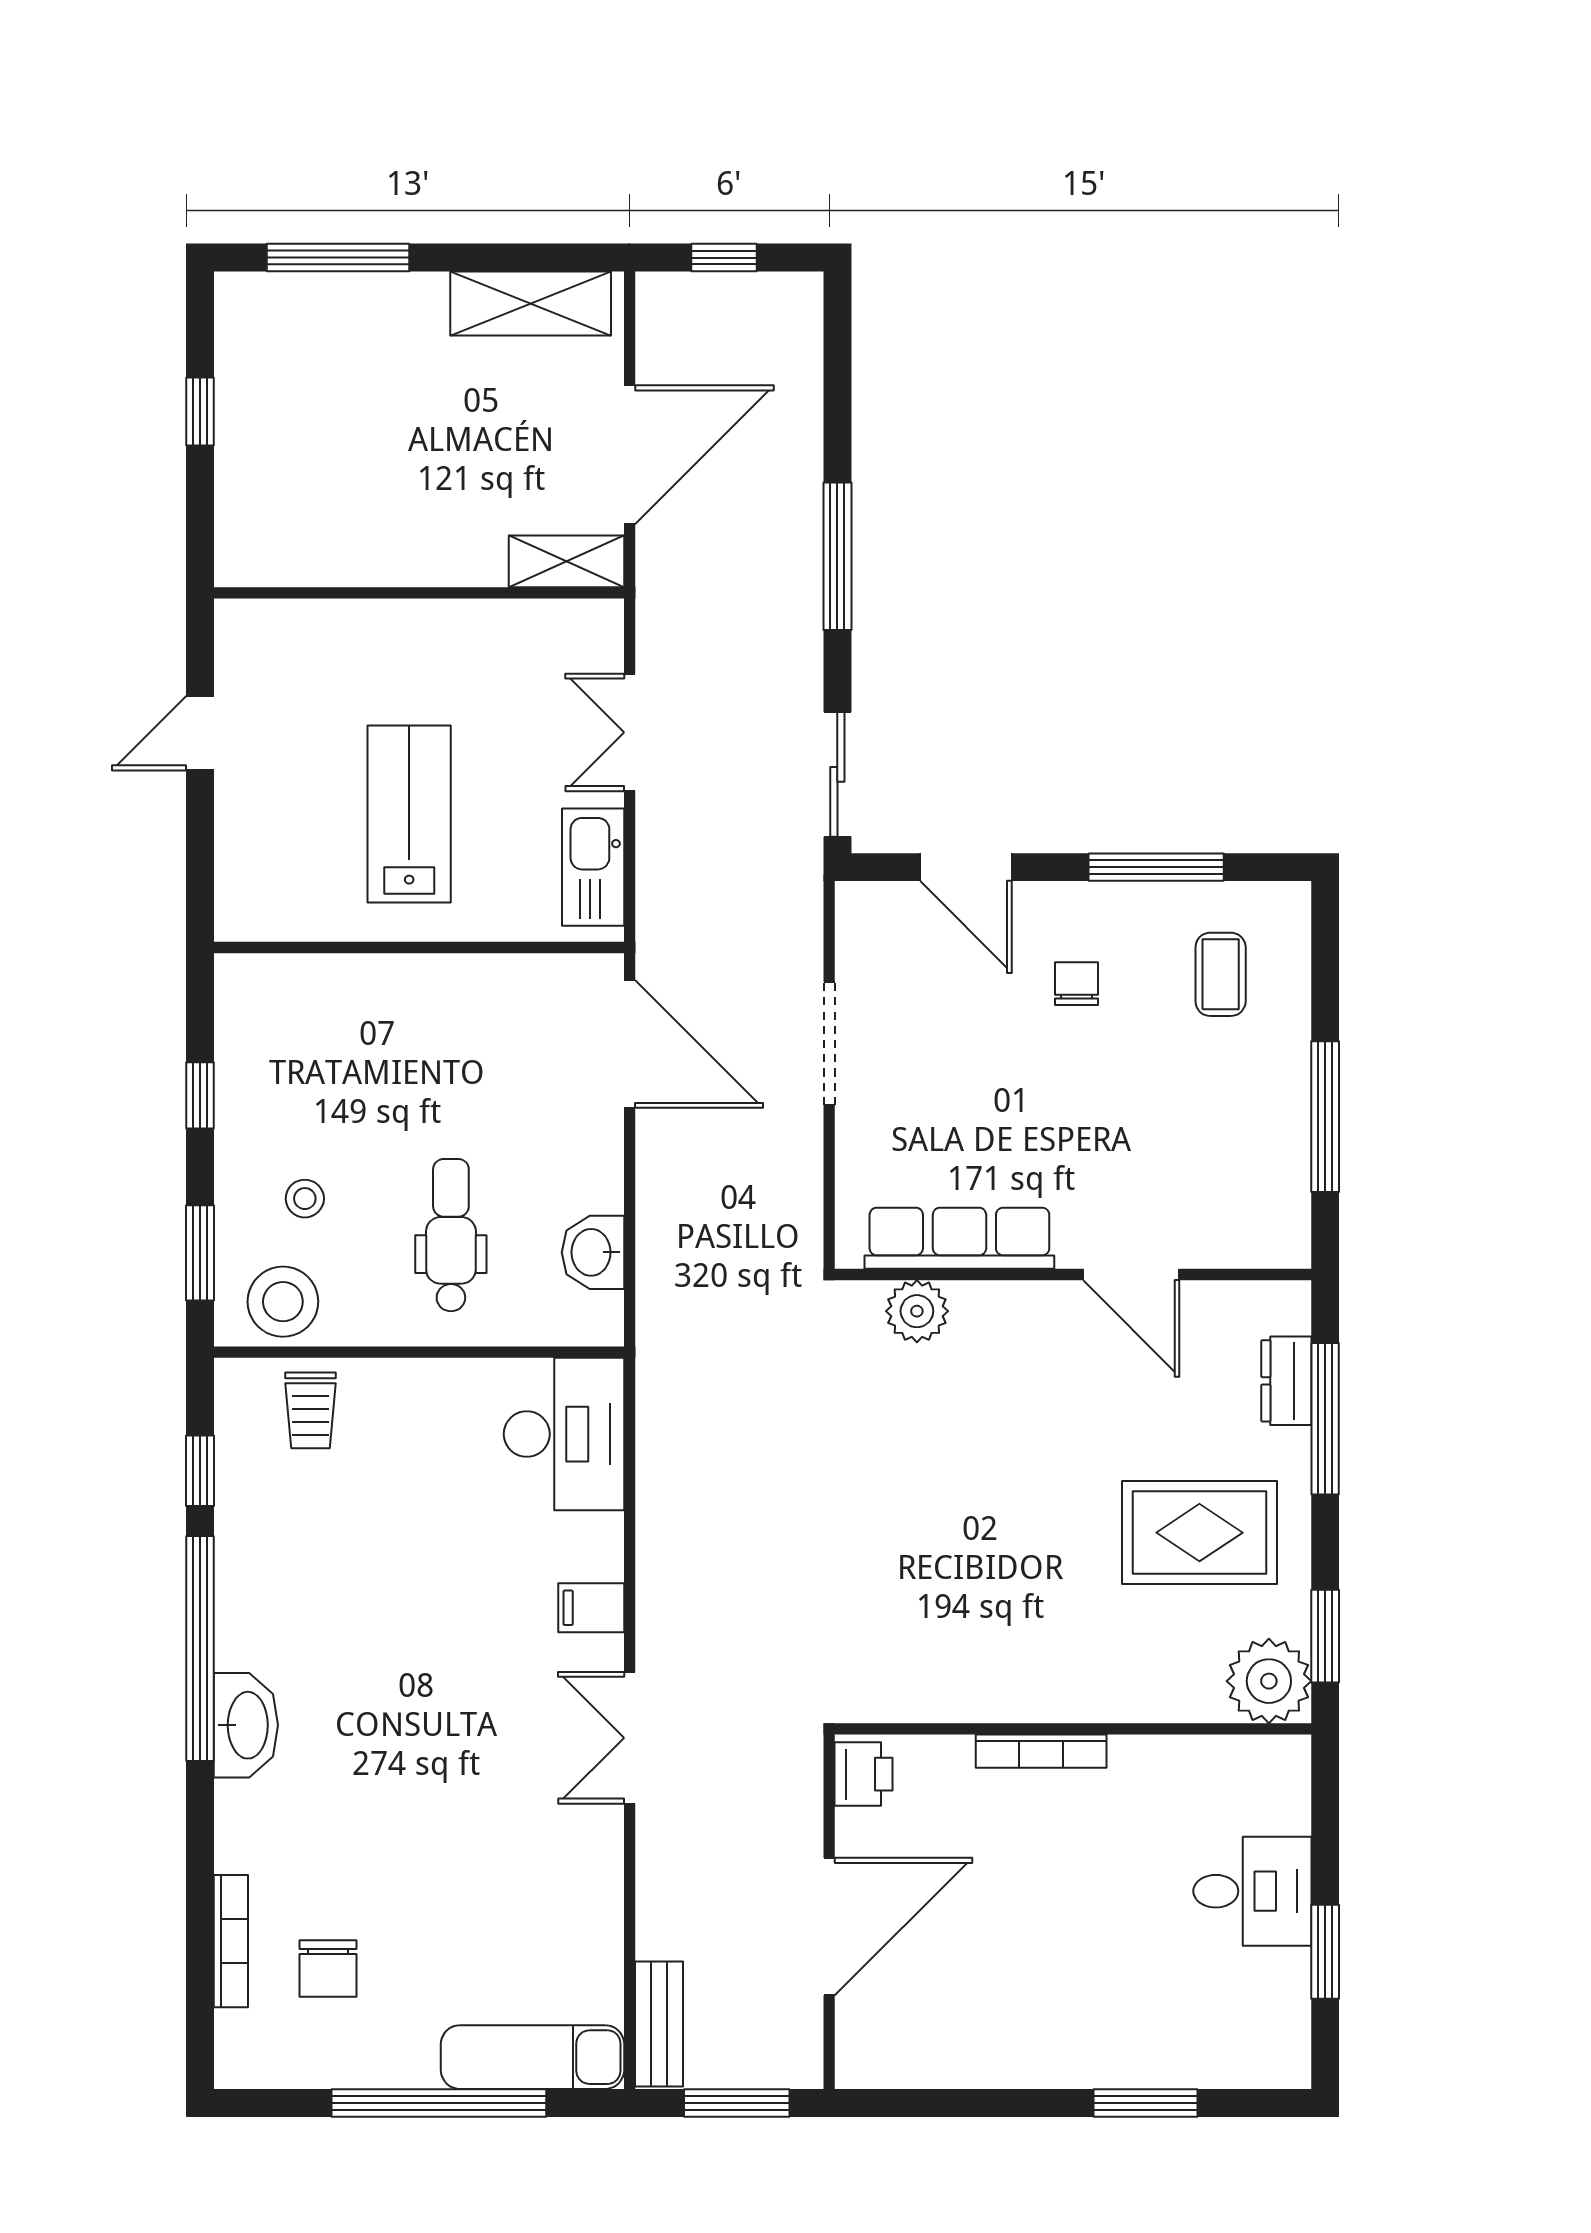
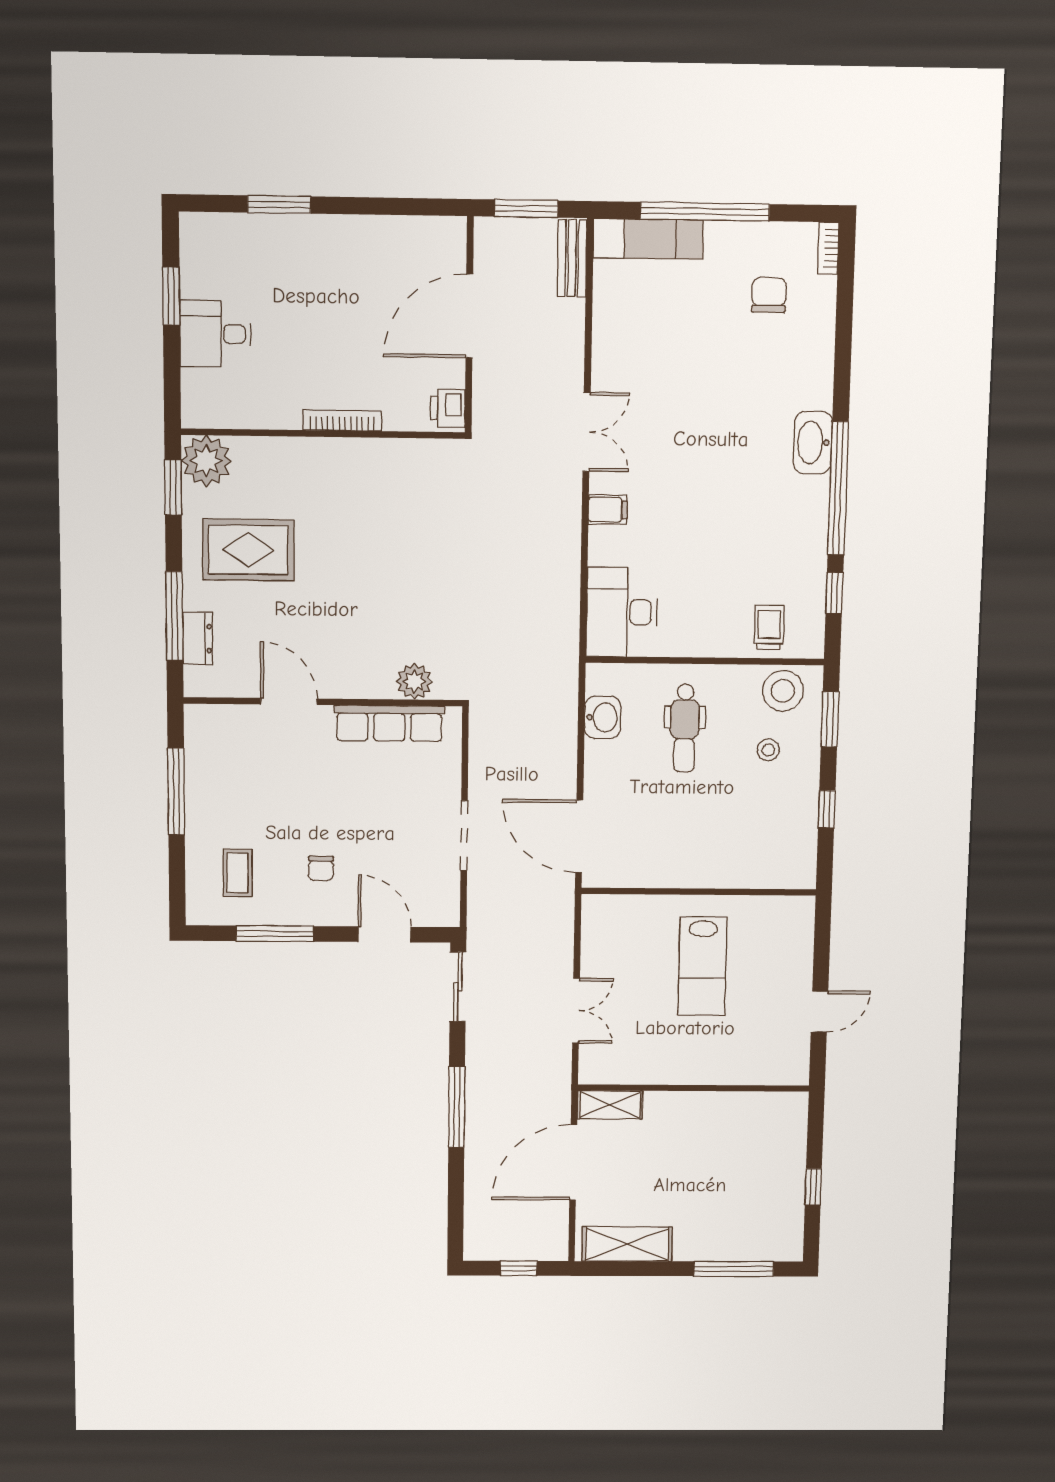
kitchen sink: (593, 867) -> (598, 936), removed
bookcase: (231, 1941) -> (828, 248), moved, width x0.64

